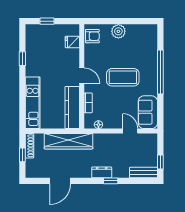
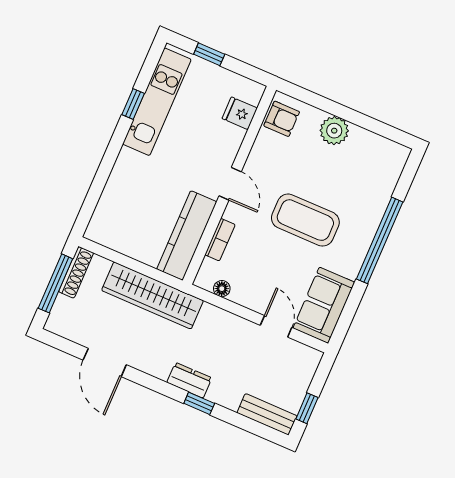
kitchen unit: (33, 103) -> (157, 102), moved
window: (22, 155) -> (55, 283), width x2.17
door: (60, 181) -> (105, 362), hinge flipped

